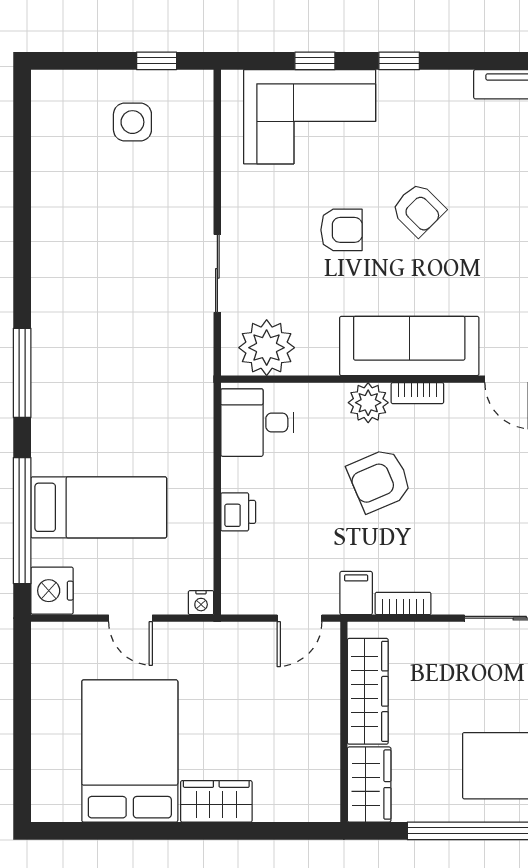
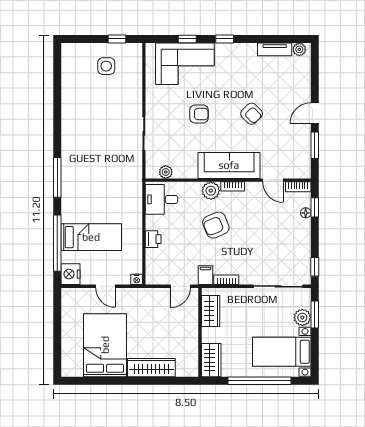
armchair: (418, 210) -> (252, 114), moved
plant: (267, 348) -> (166, 172), width x0.53, depth x0.53
wardrobe: (368, 691) -> (211, 311), width x0.67
wardrobe: (216, 801) -> (151, 368), width x1.50

